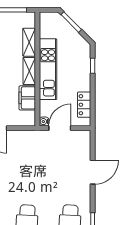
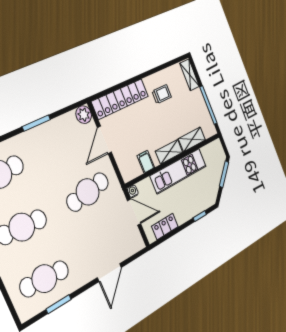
filing cabinet: (27, 98) -> (146, 162), width x0.50
cafe table: (27, 162) -> (88, 192), added
door: (93, 172) -> (109, 273), hinge flipped

